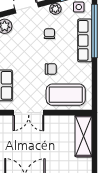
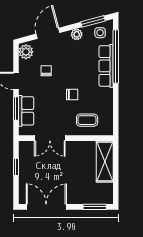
chair: (49, 34) -> (46, 71), moved
coffee table: (66, 95) -> (87, 120), width x0.54, depth x0.58

